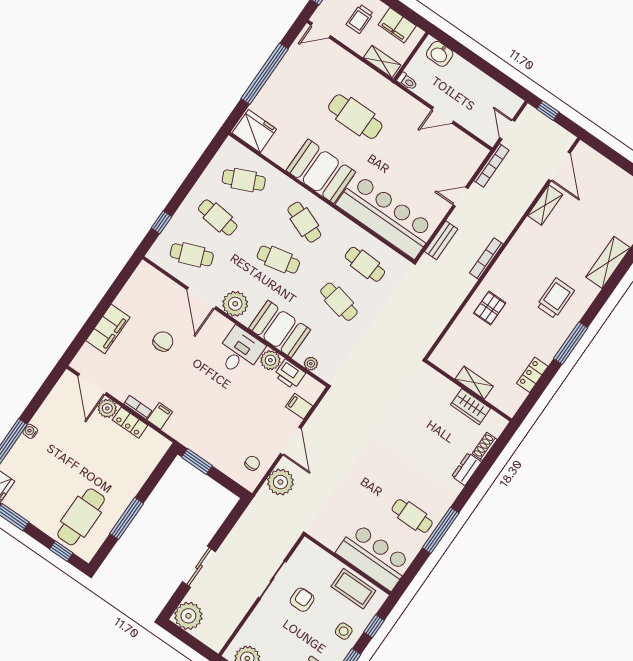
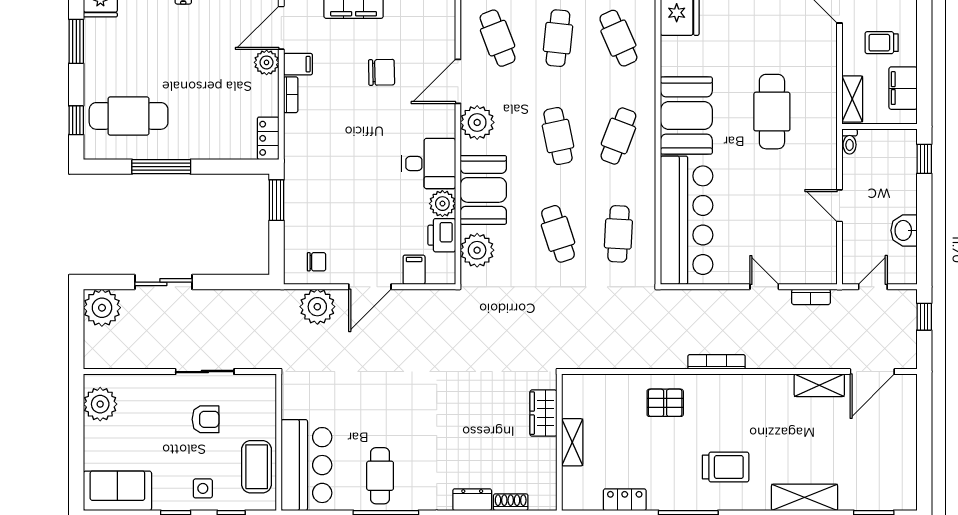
window: (450, 43) -> (924, 159), added
washbasin: (440, 54) -> (904, 230), moved
bookcase: (491, 165) -> (811, 297), width x0.64
bench: (441, 240) -> (702, 299), removed
cafe table: (339, 302) -> (558, 234), turned -30
plant: (311, 364) -> (477, 250), width x1.88, depth x1.88
wardrobe: (471, 407) -> (543, 413), moved
filing cabinet: (160, 416) -> (298, 64), moved
locker: (130, 423) -> (268, 138), moved

